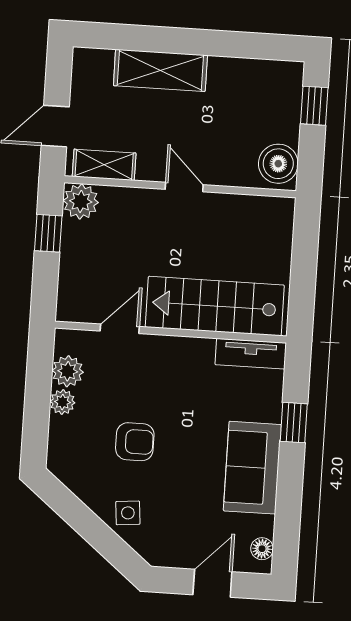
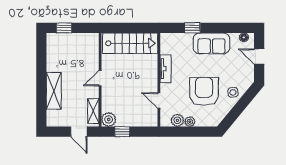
boiler: (278, 164) -> (88, 41), removed
stairs: (215, 306) -> (130, 43), moved, turned -90
tv unit: (251, 354) -> (166, 69), moved
armchair: (135, 442) -> (204, 91), width x1.88, depth x1.88

